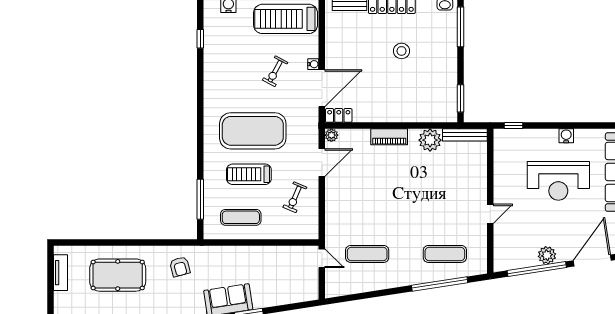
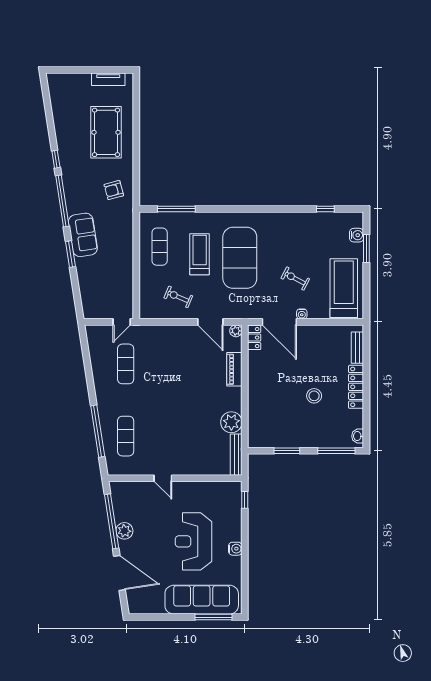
window: (461, 98) -> (287, 451), moved
piano: (389, 137) -> (234, 369), moved

